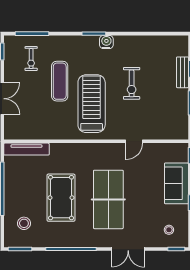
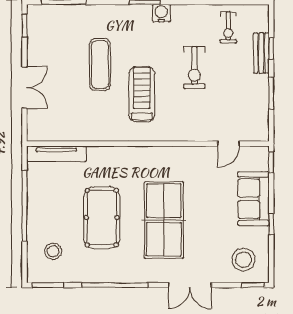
exercise bike: (31, 59) -> (228, 27), moved
treadmill: (92, 104) -> (142, 94), width x0.73, depth x0.73
door: (134, 141) -> (228, 144), moved
stool: (169, 230) -> (243, 260), width x1.89, depth x1.89

